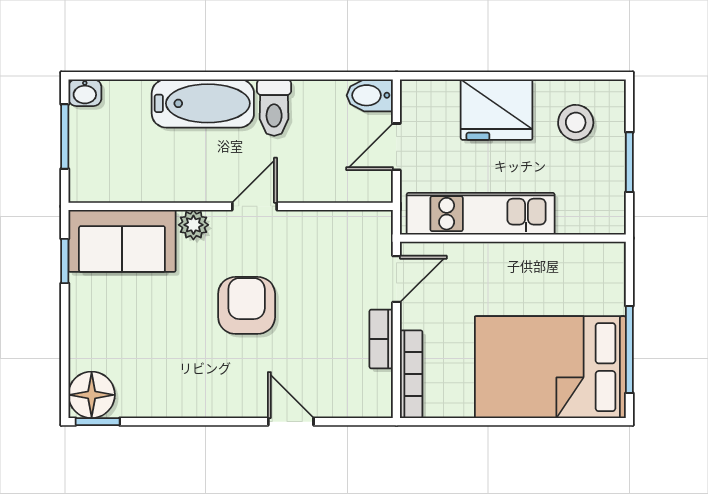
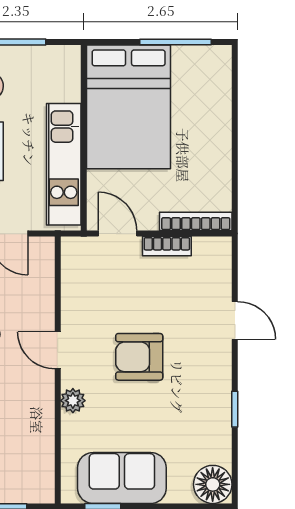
sofa: (122, 241) -> (122, 478), moved, turned -90
bed: (550, 367) -> (129, 107), moved
window: (98, 422) -> (235, 409), moved
door: (291, 422) -> (235, 320), swing flipped

